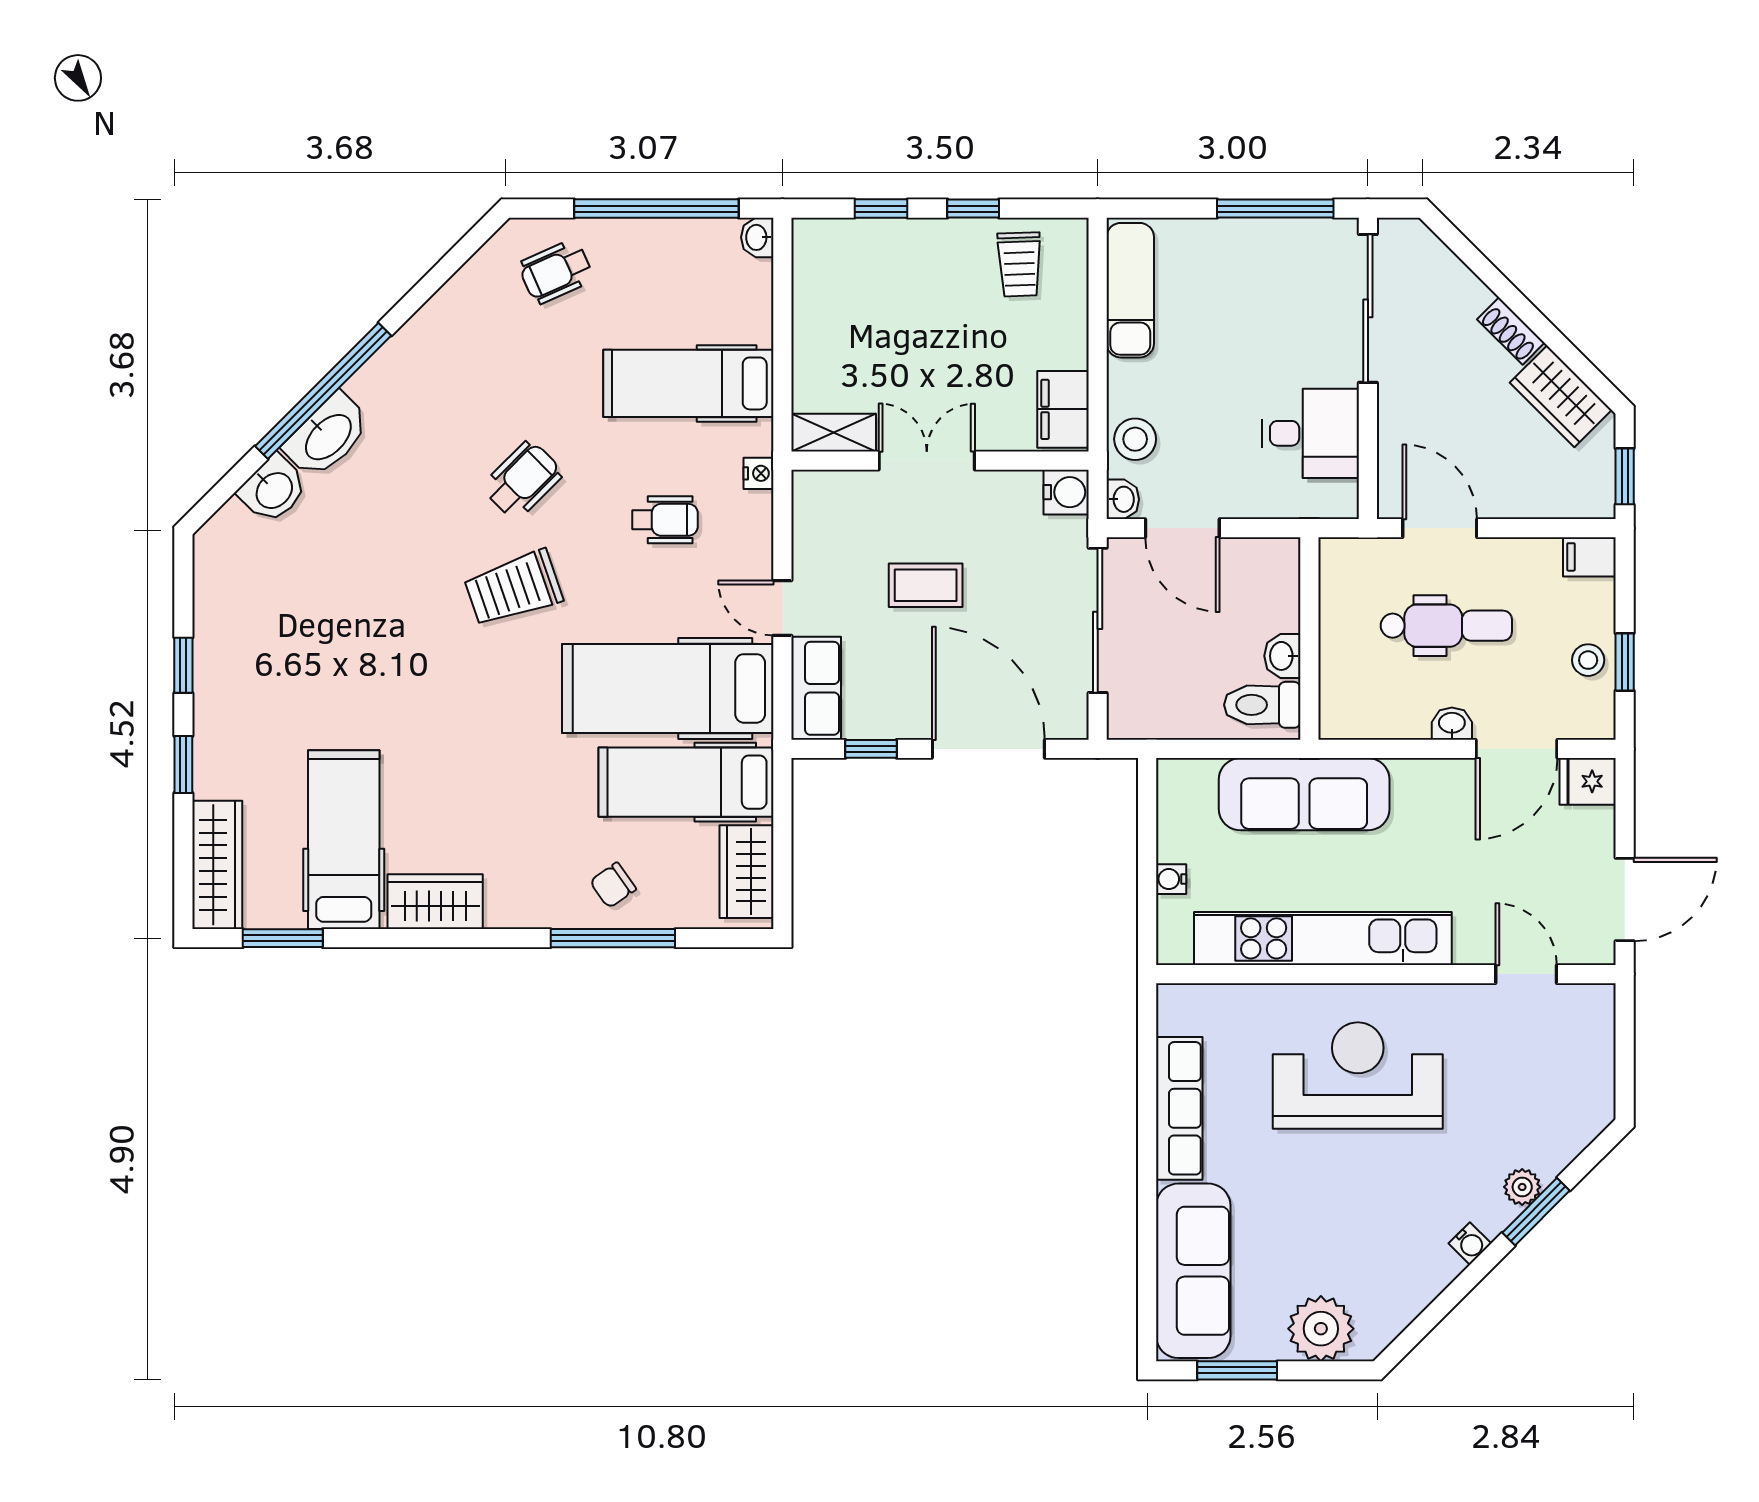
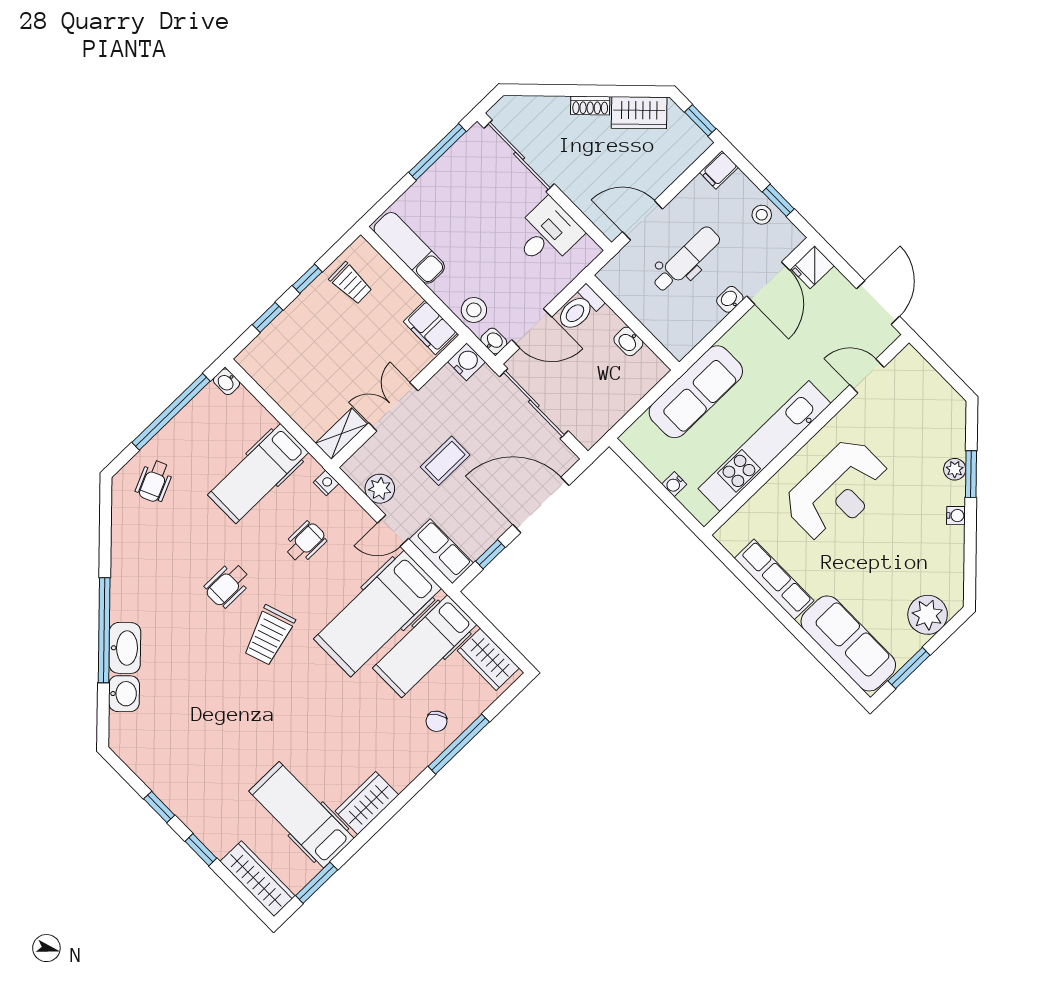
wheelchair: (523, 480) -> (227, 585), turned -135
plant: (816, 543) -> (380, 489), added
toilet: (1262, 705) -> (580, 309), moved
reception desk: (1358, 1076) -> (837, 490), turned 180

